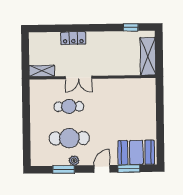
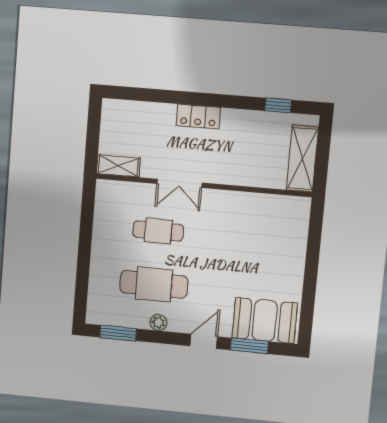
locker: (73, 38) -> (198, 116), moved
window: (64, 169) -> (118, 333), moved

